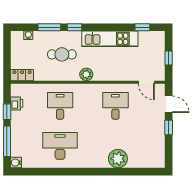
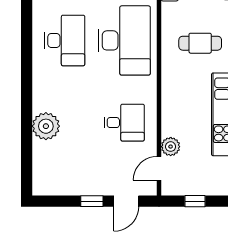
cafe table: (62, 54) -> (200, 43), turned 90
plant: (86, 74) -> (171, 147), moved
desk: (60, 106) -> (124, 40), width x1.87, depth x1.30

